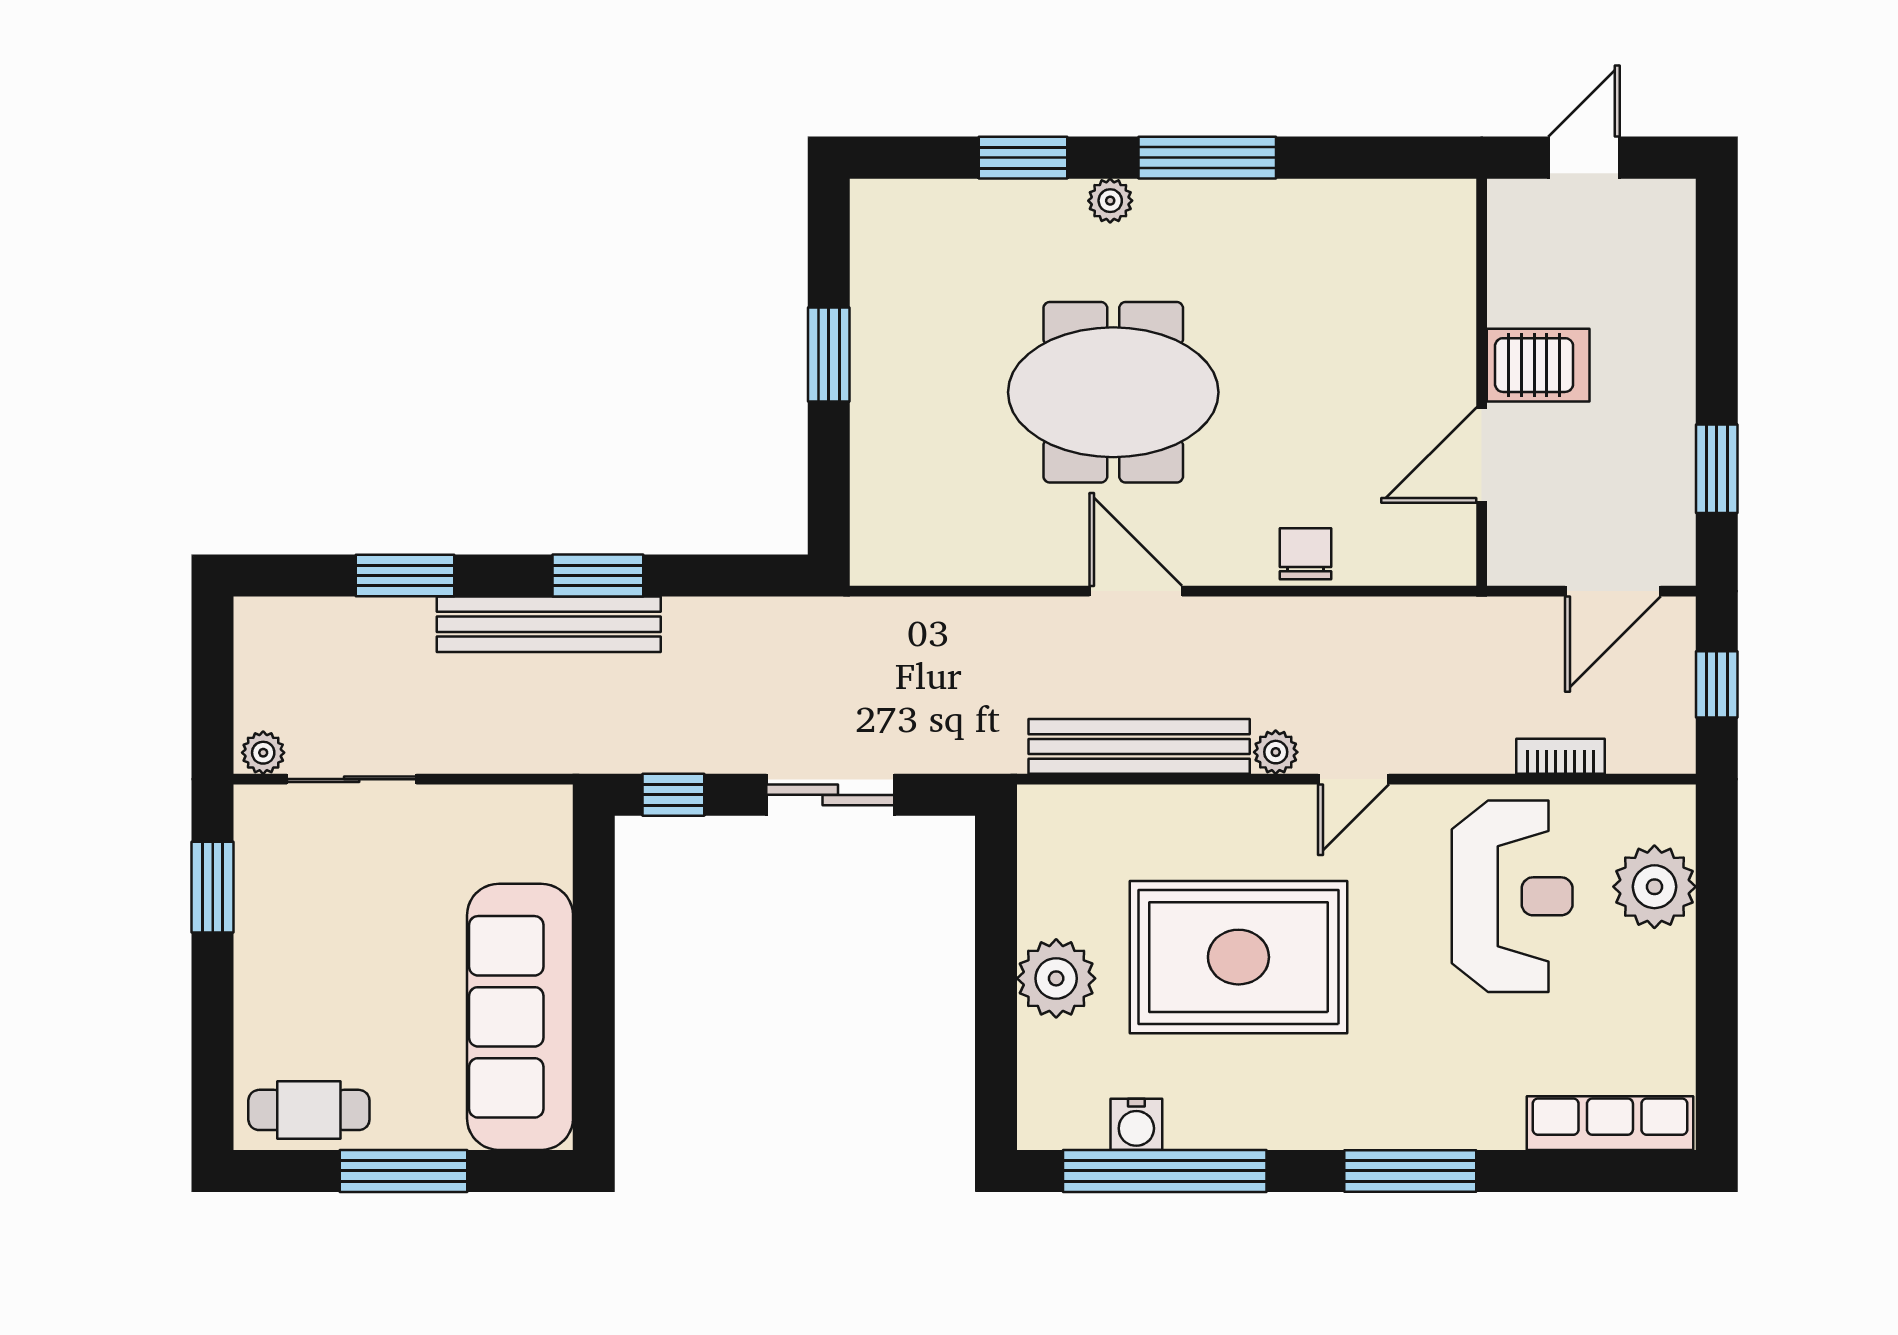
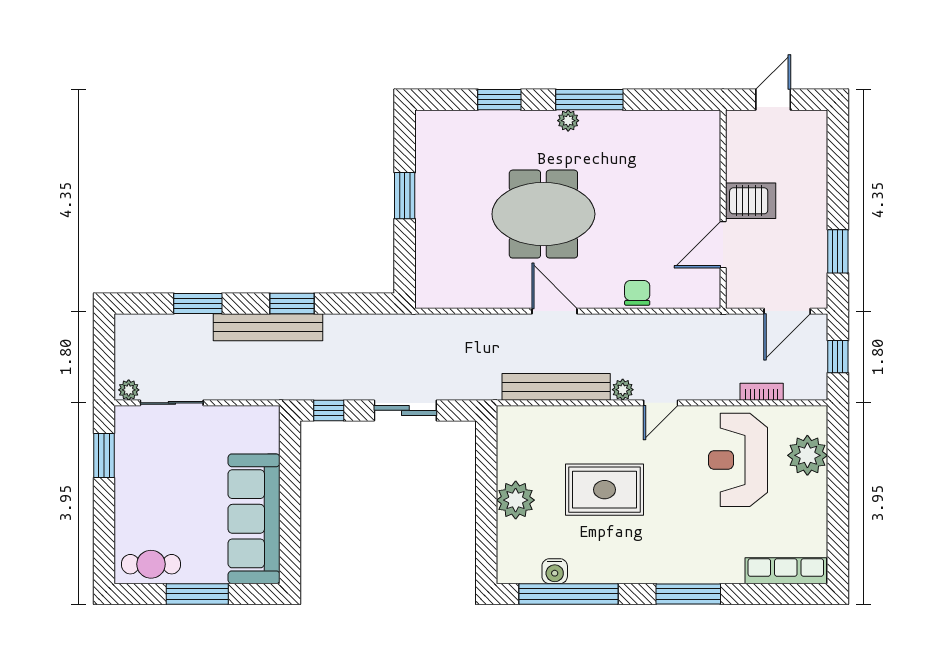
plant: (1110, 201) -> (568, 121), moved
reception desk: (1512, 896) -> (738, 460), turned 180
rug: (1238, 957) -> (605, 490), width x0.73, depth x0.69

